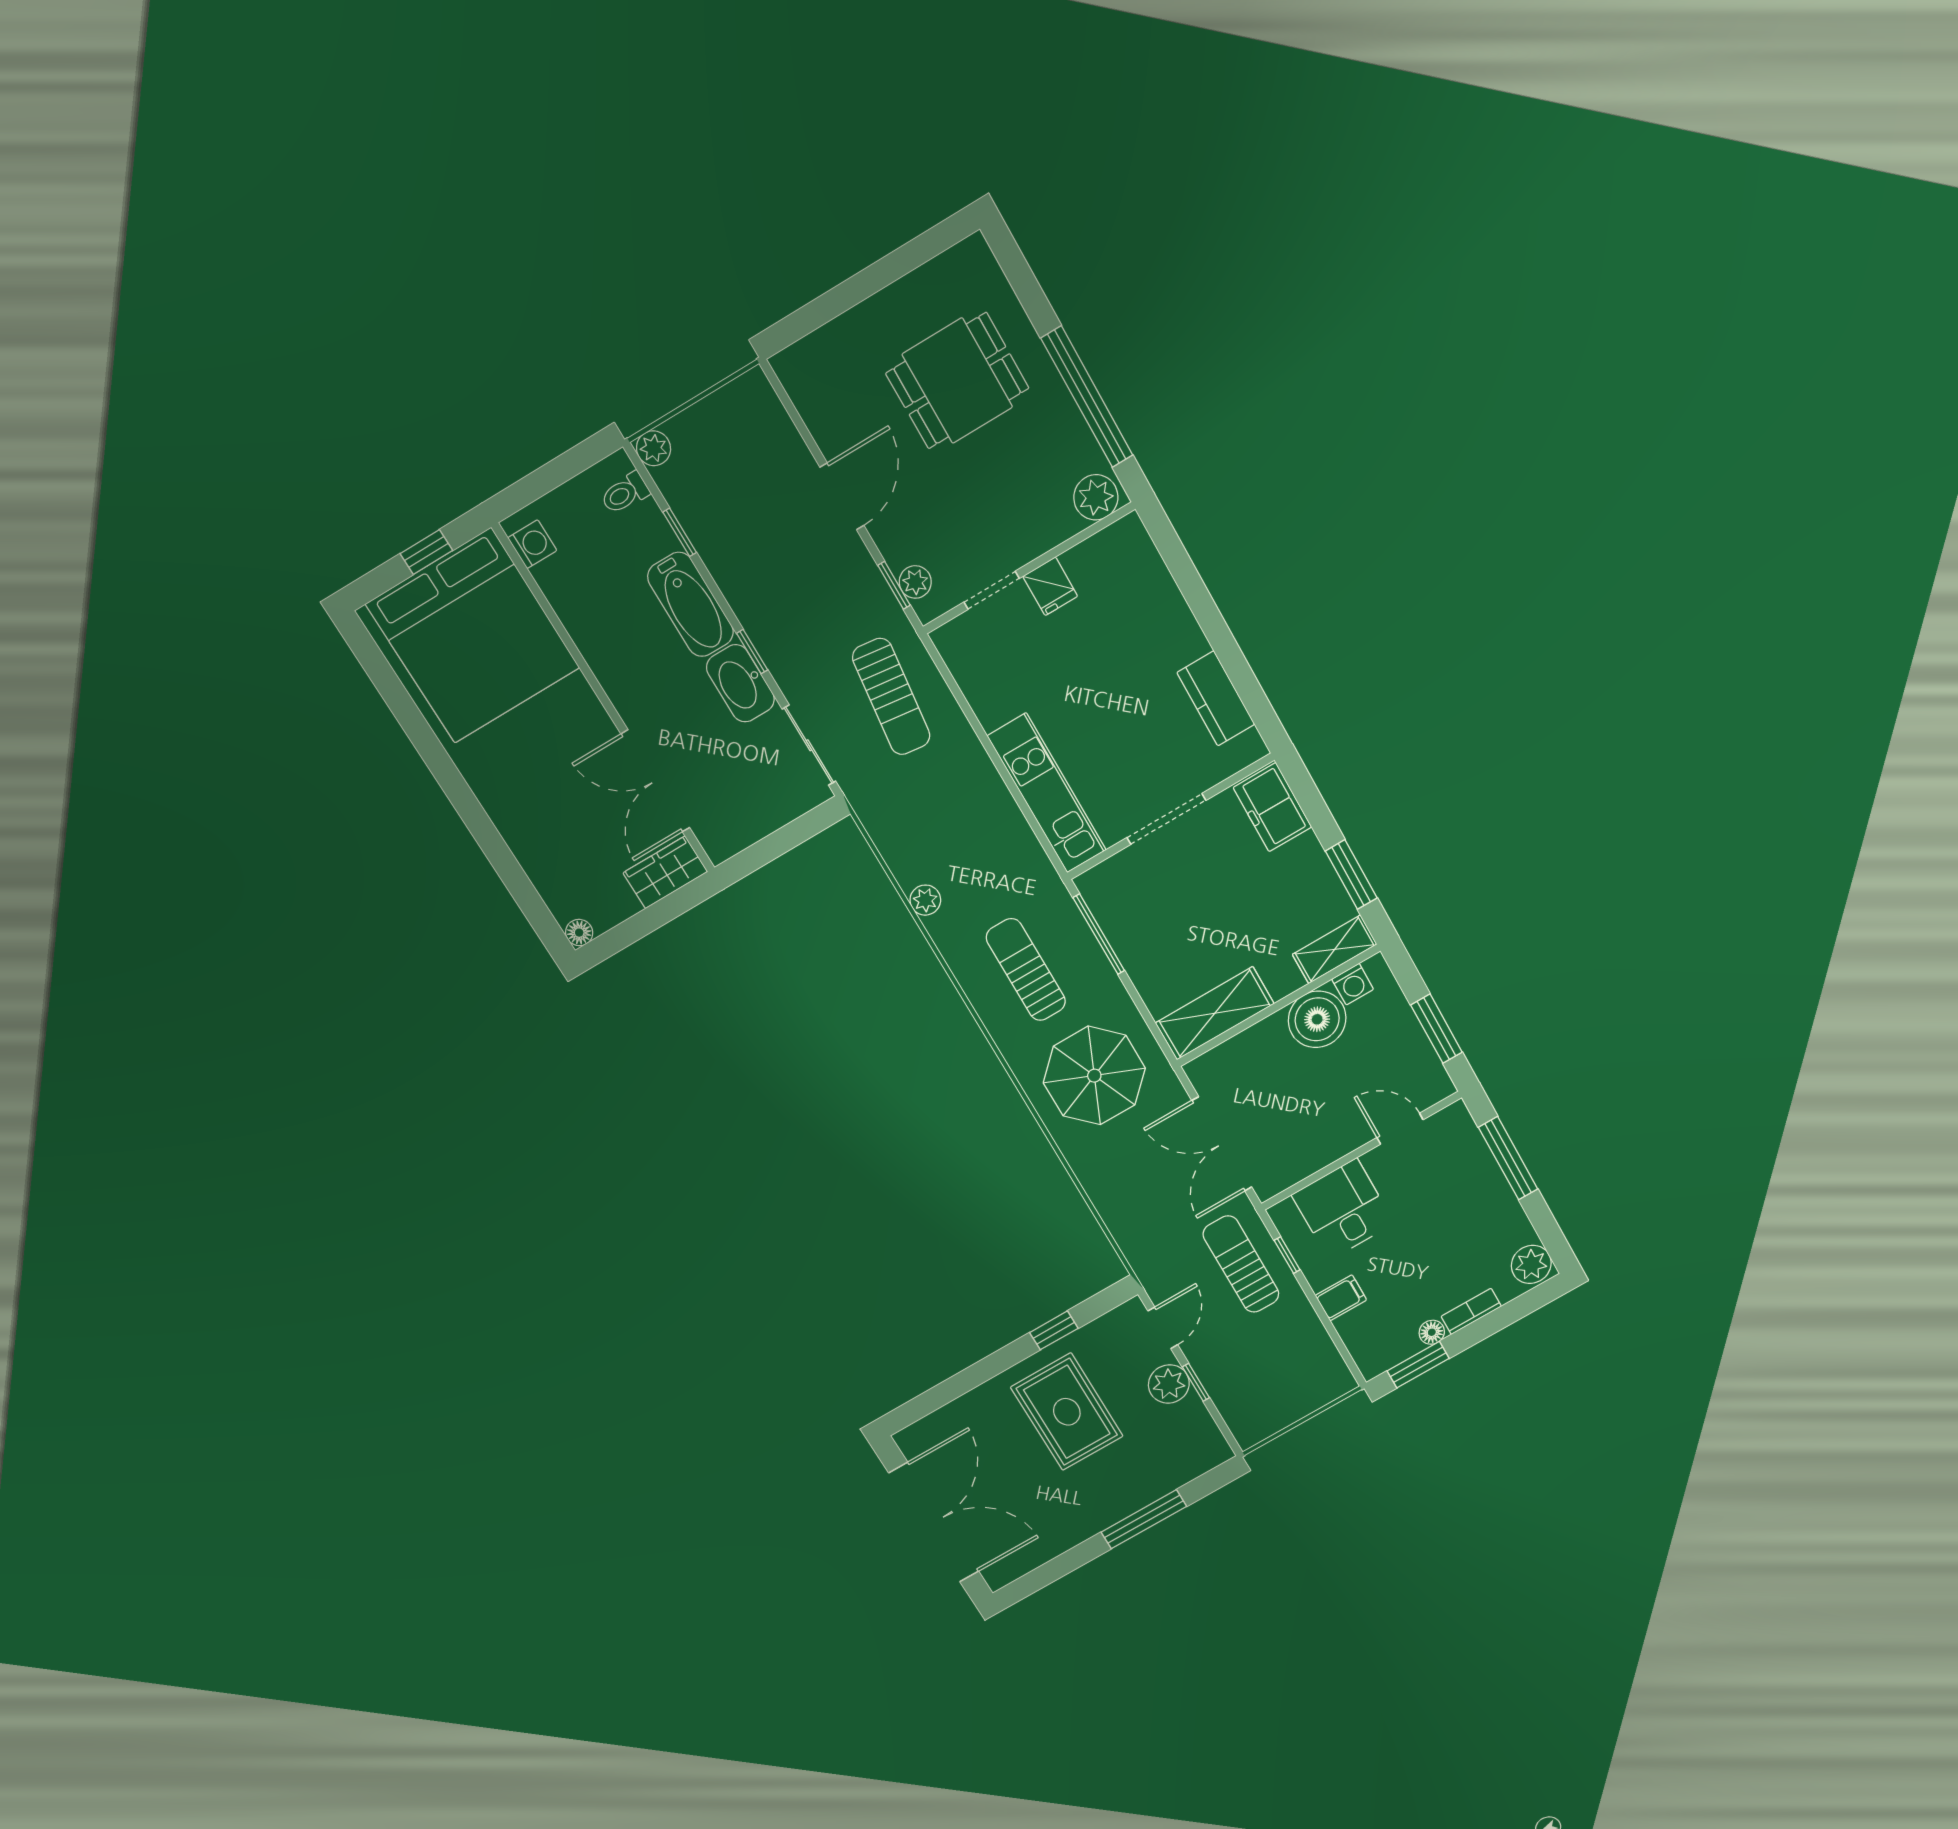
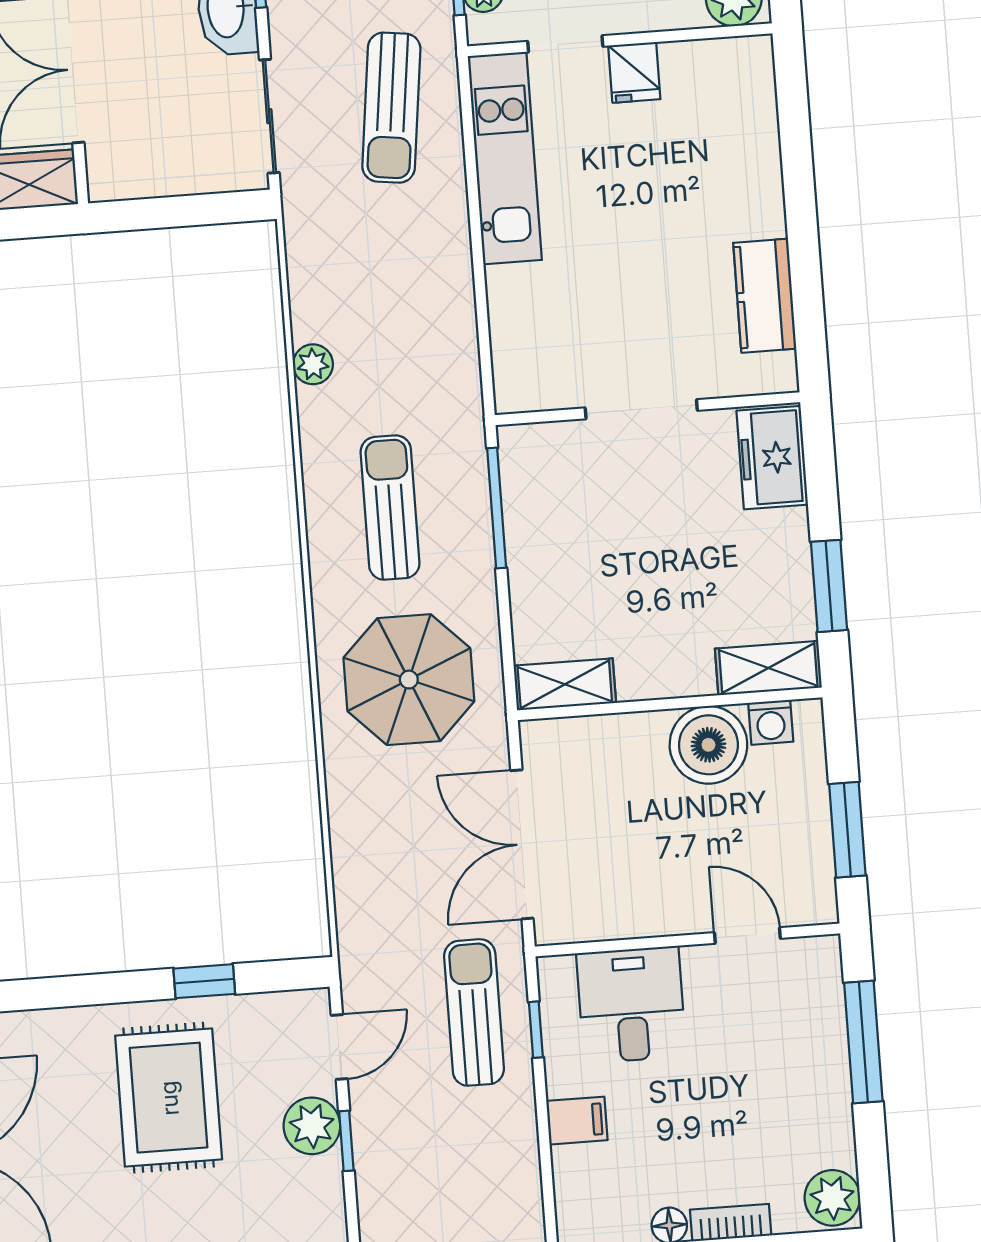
kitchen unit: (1047, 793) -> (505, 158), moved
shelving: (1215, 1013) -> (565, 684), width x0.67, depth x0.75

